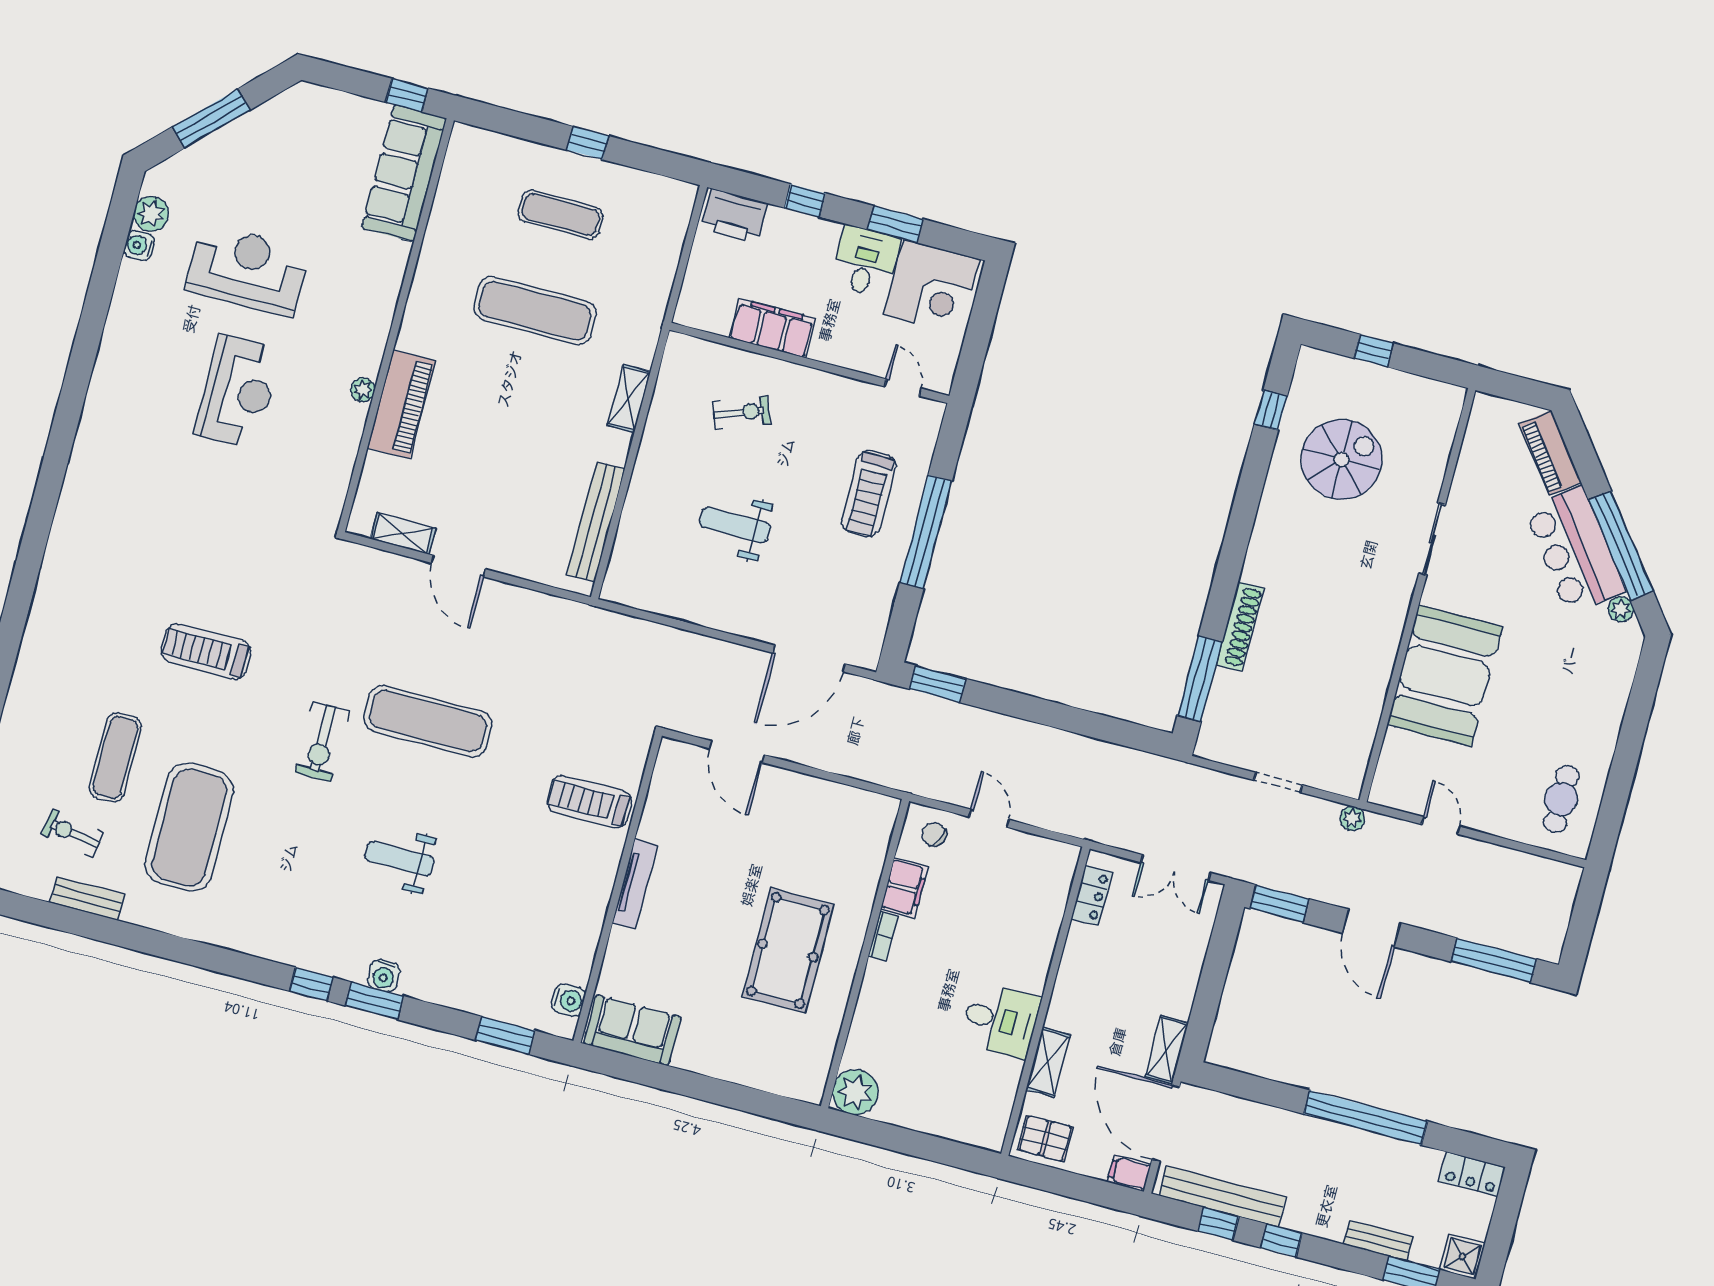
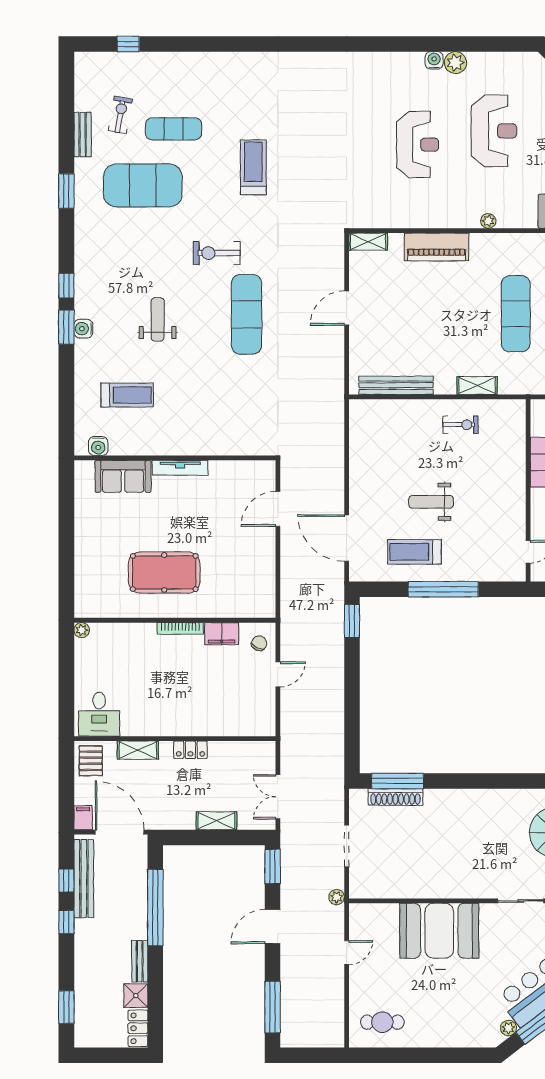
plant: (151, 214) -> (455, 63), moved
water cooler: (139, 246) -> (434, 60), moved
plant: (363, 390) -> (488, 221), moved
reception desk: (238, 392) -> (418, 145), turned -90
exercise bike: (741, 412) -> (461, 425), moved, turned -69
treadmill: (869, 493) -> (415, 552), moved
weight bench: (735, 525) -> (431, 502), moved, turned -90
shelving: (403, 533) -> (368, 242), moved, turned 90
shoe rack: (1240, 626) -> (395, 797), moved
doorway: (1278, 783) -> (347, 846), width x1.38
treadmill: (590, 802) -> (127, 395), moved, turned 90
locker: (1092, 895) -> (190, 750), moved
bookcase: (883, 936) -> (180, 628), width x1.56
desk: (1001, 1020) -> (99, 714), moved
sofa: (632, 1030) -> (123, 476), moved, turned 90
window: (505, 1035) -> (66, 191), moved
shelving: (1167, 1050) -> (216, 821), moved
plant: (855, 1092) -> (82, 630), width x0.53, depth x0.53
window: (1366, 1118) -> (155, 908), moved
door: (1166, 1123) -> (120, 832), hinge flipped
bench: (1378, 1241) -> (140, 961), moved
shower: (1462, 1256) -> (136, 996), moved

